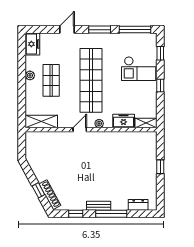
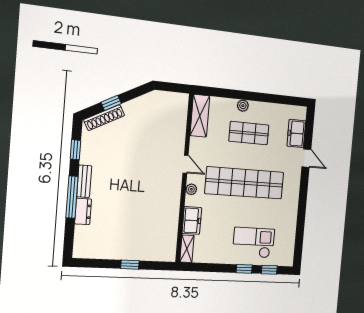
window: (100, 30) -> (303, 198), removed
window: (135, 30) -> (299, 240), removed
freezer: (32, 44) -> (296, 133), moved, turned 90
checkout: (139, 69) -> (254, 243), turned 90
plant: (30, 75) -> (243, 106), moved
window: (160, 86) -> (244, 269), moved
dresser: (138, 205) -> (83, 211), moved

